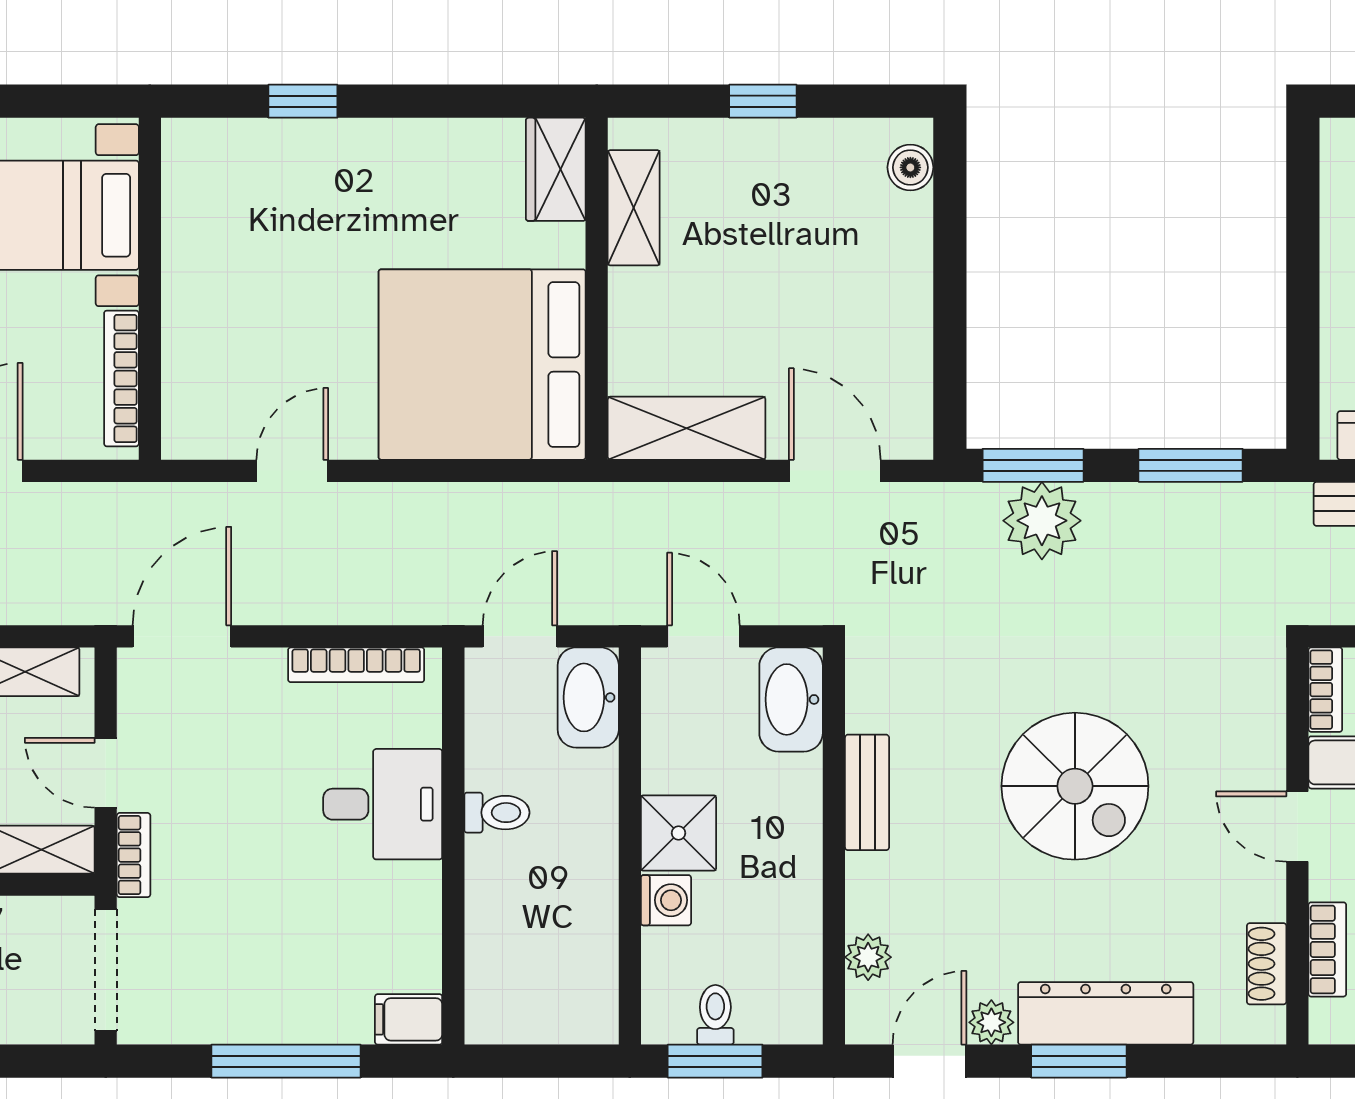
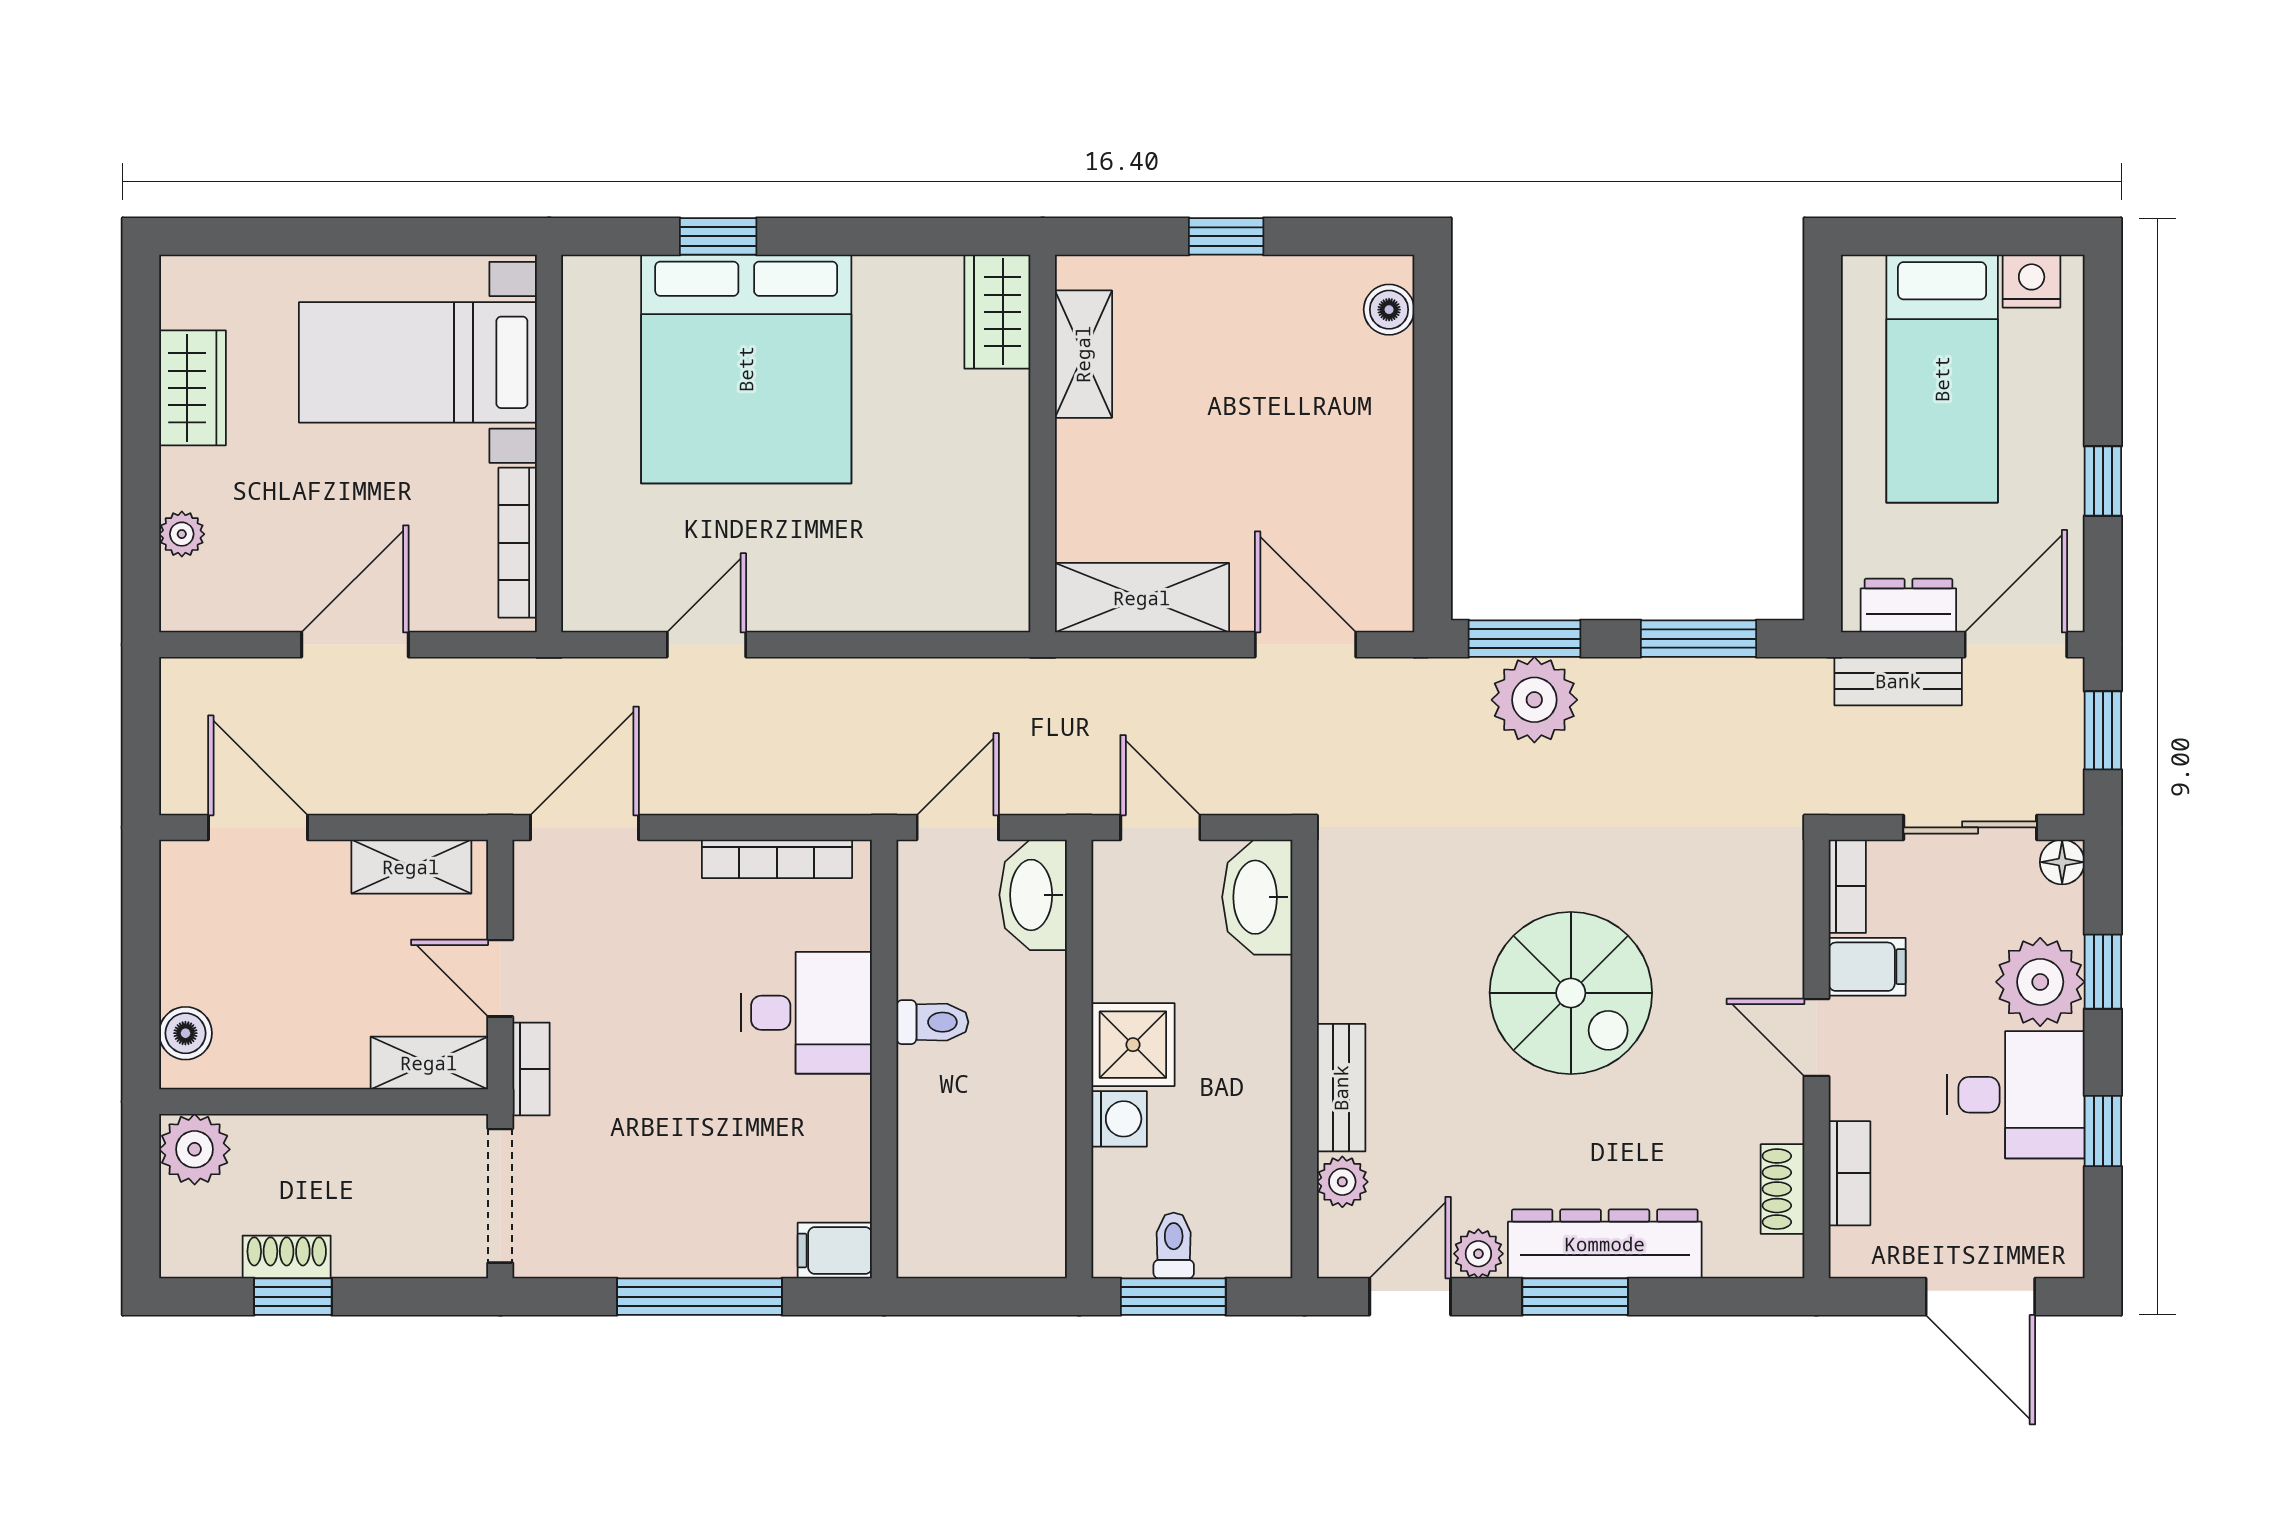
bed: (482, 365) -> (746, 369), moved, turned -90
bench: (867, 792) -> (1341, 1088), moved

